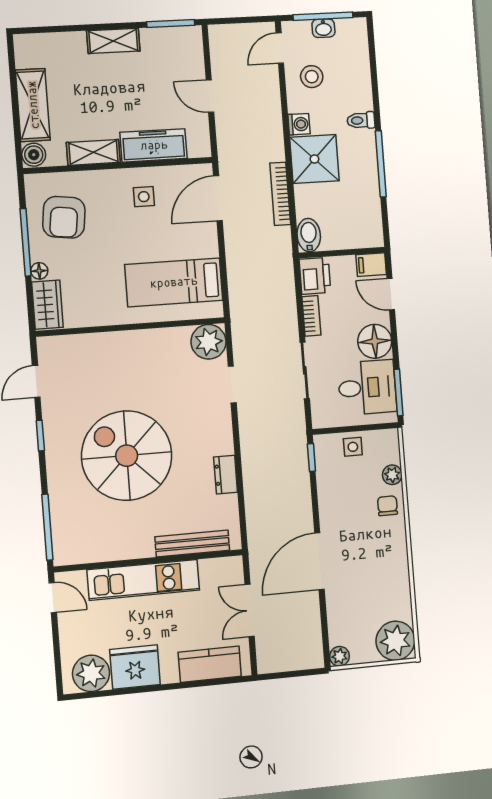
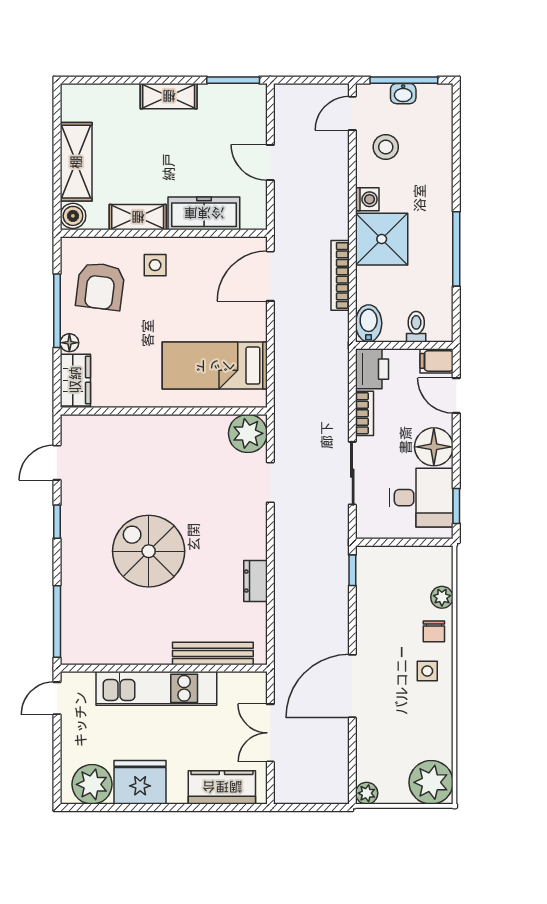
toilet: (361, 120) -> (416, 327), moved, turned 90
side table: (144, 197) -> (155, 265), moved
window: (398, 392) -> (456, 506), width x0.67
side table: (353, 447) -> (427, 671), moved
spiral stairs: (127, 456) -> (149, 551), width x0.73, depth x0.73
chair: (387, 506) -> (434, 631), turned 180
door: (53, 598) -> (57, 698), swing flipped

